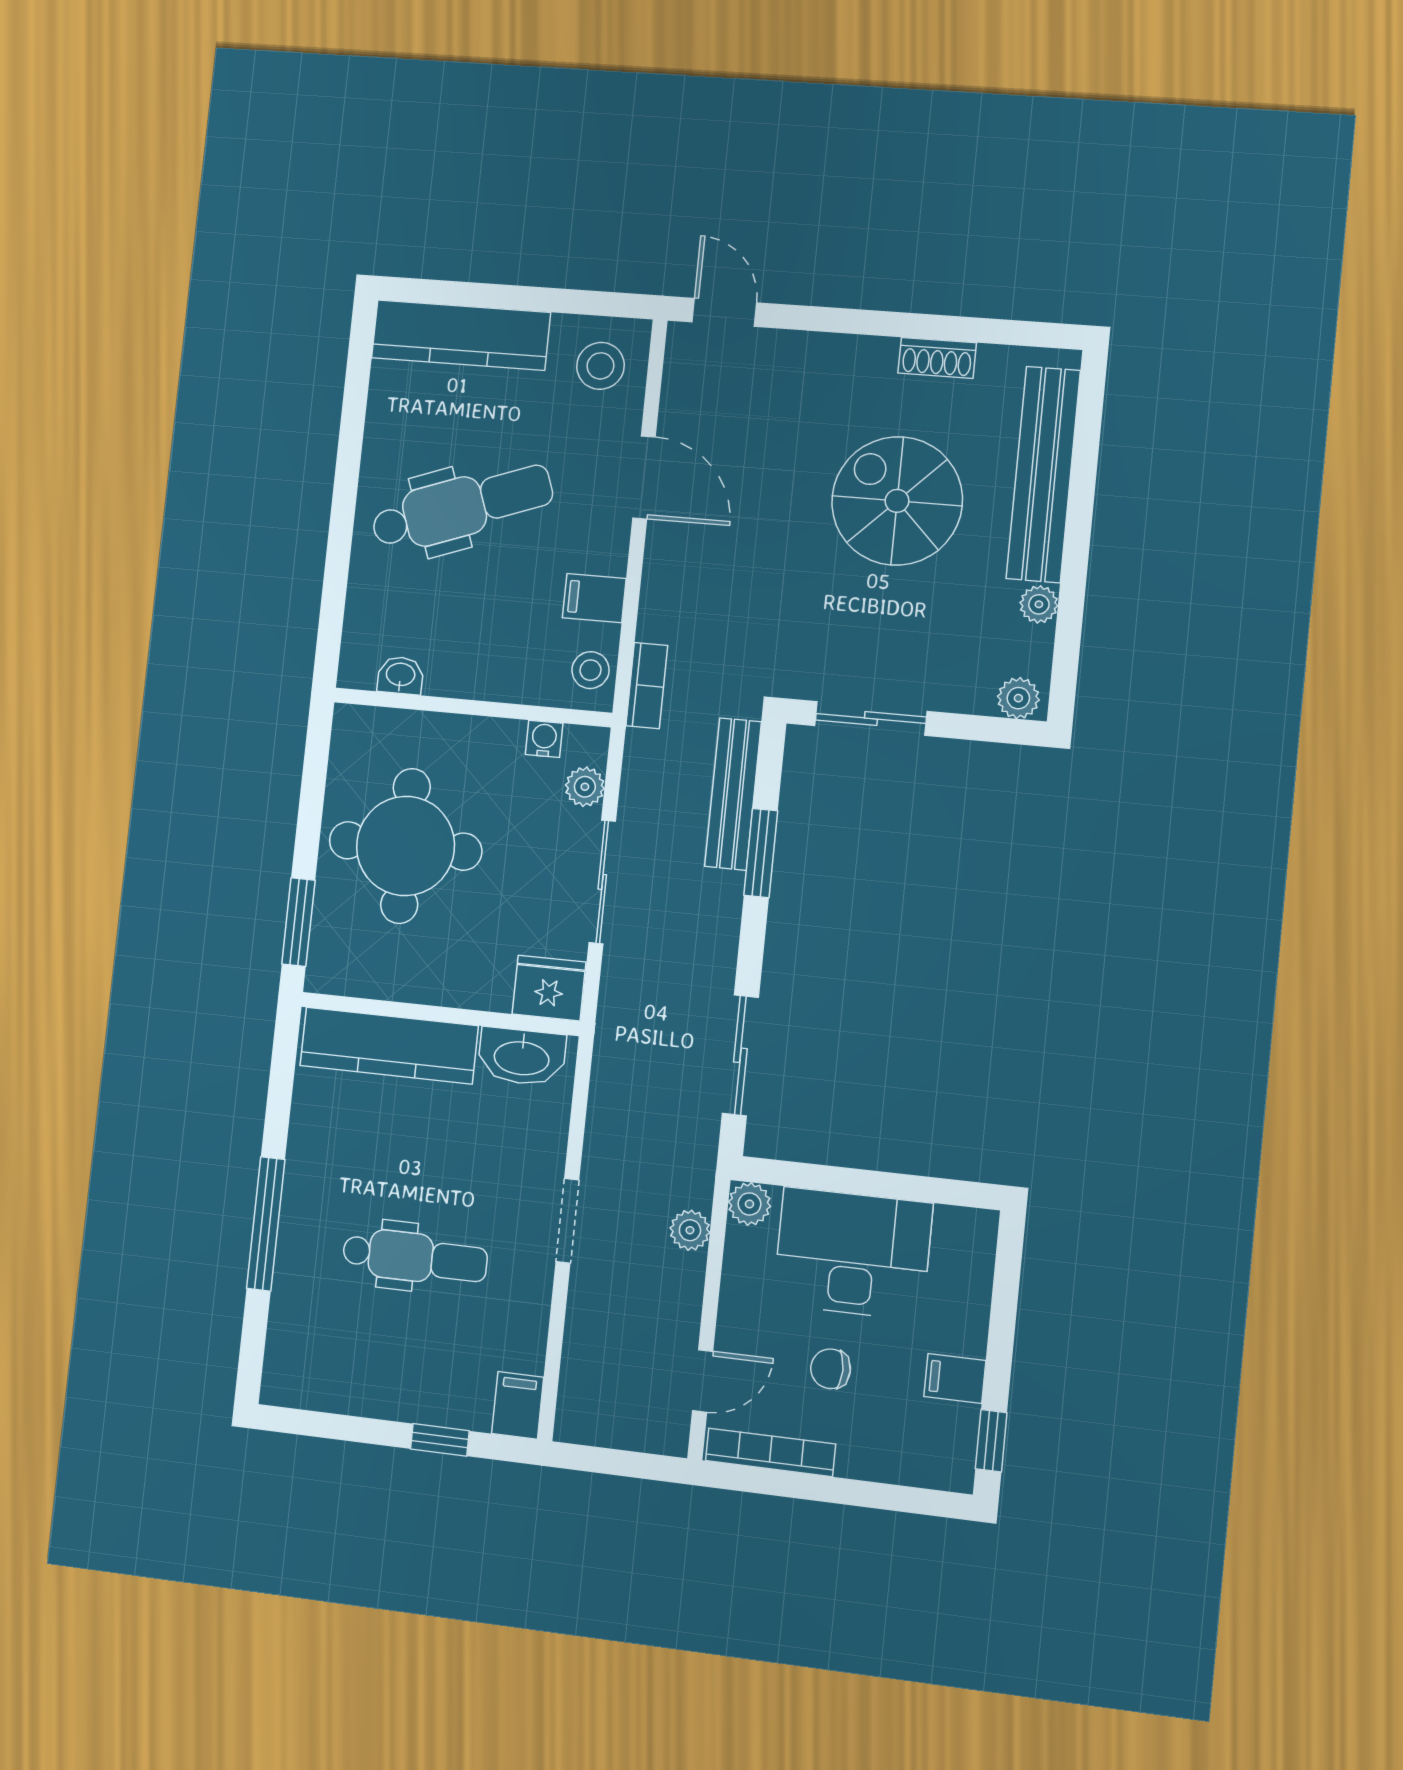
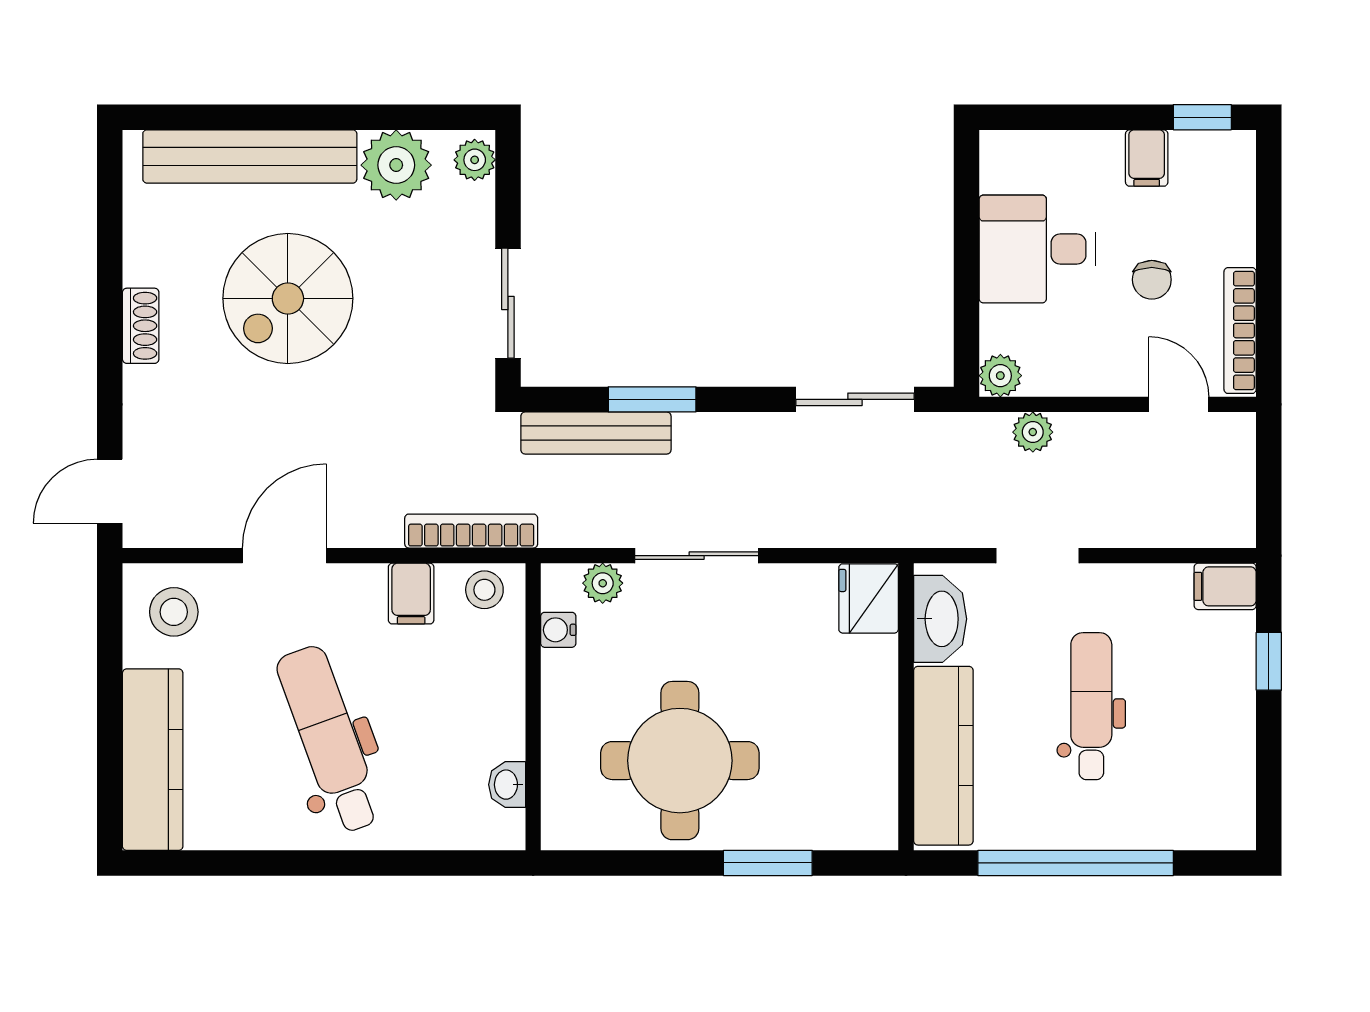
shoe rack: (937, 358) -> (141, 326), moved
plant: (1039, 604) -> (396, 165), width x1.87, depth x1.87
bookcase: (647, 686) -> (471, 531), width x1.56
fridge: (549, 988) -> (869, 598), moved
wall: (440, 1014) -> (906, 707), moved
kitchen counter: (389, 1046) -> (943, 756), moved
washbasin: (522, 1057) -> (940, 619), moved
window: (266, 1224) -> (1076, 863), width x1.46
desk: (853, 1254) -> (1037, 249), width x0.73

